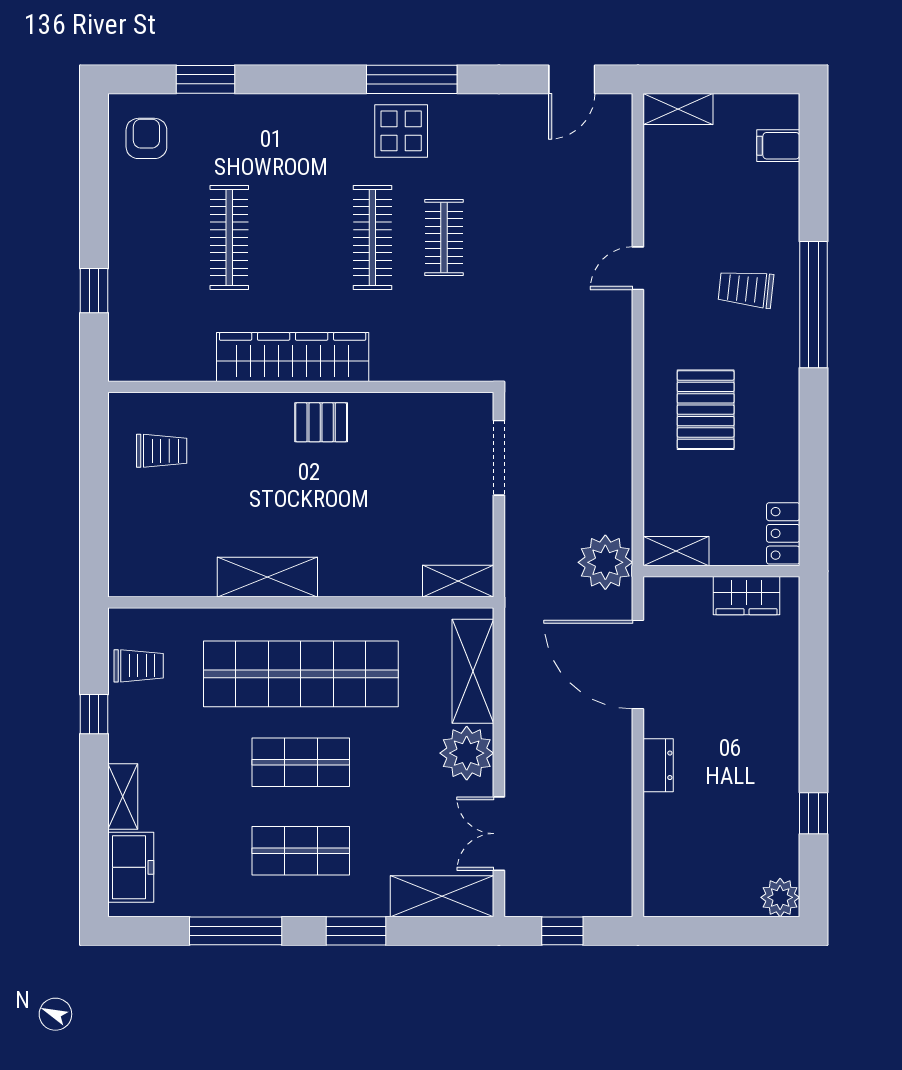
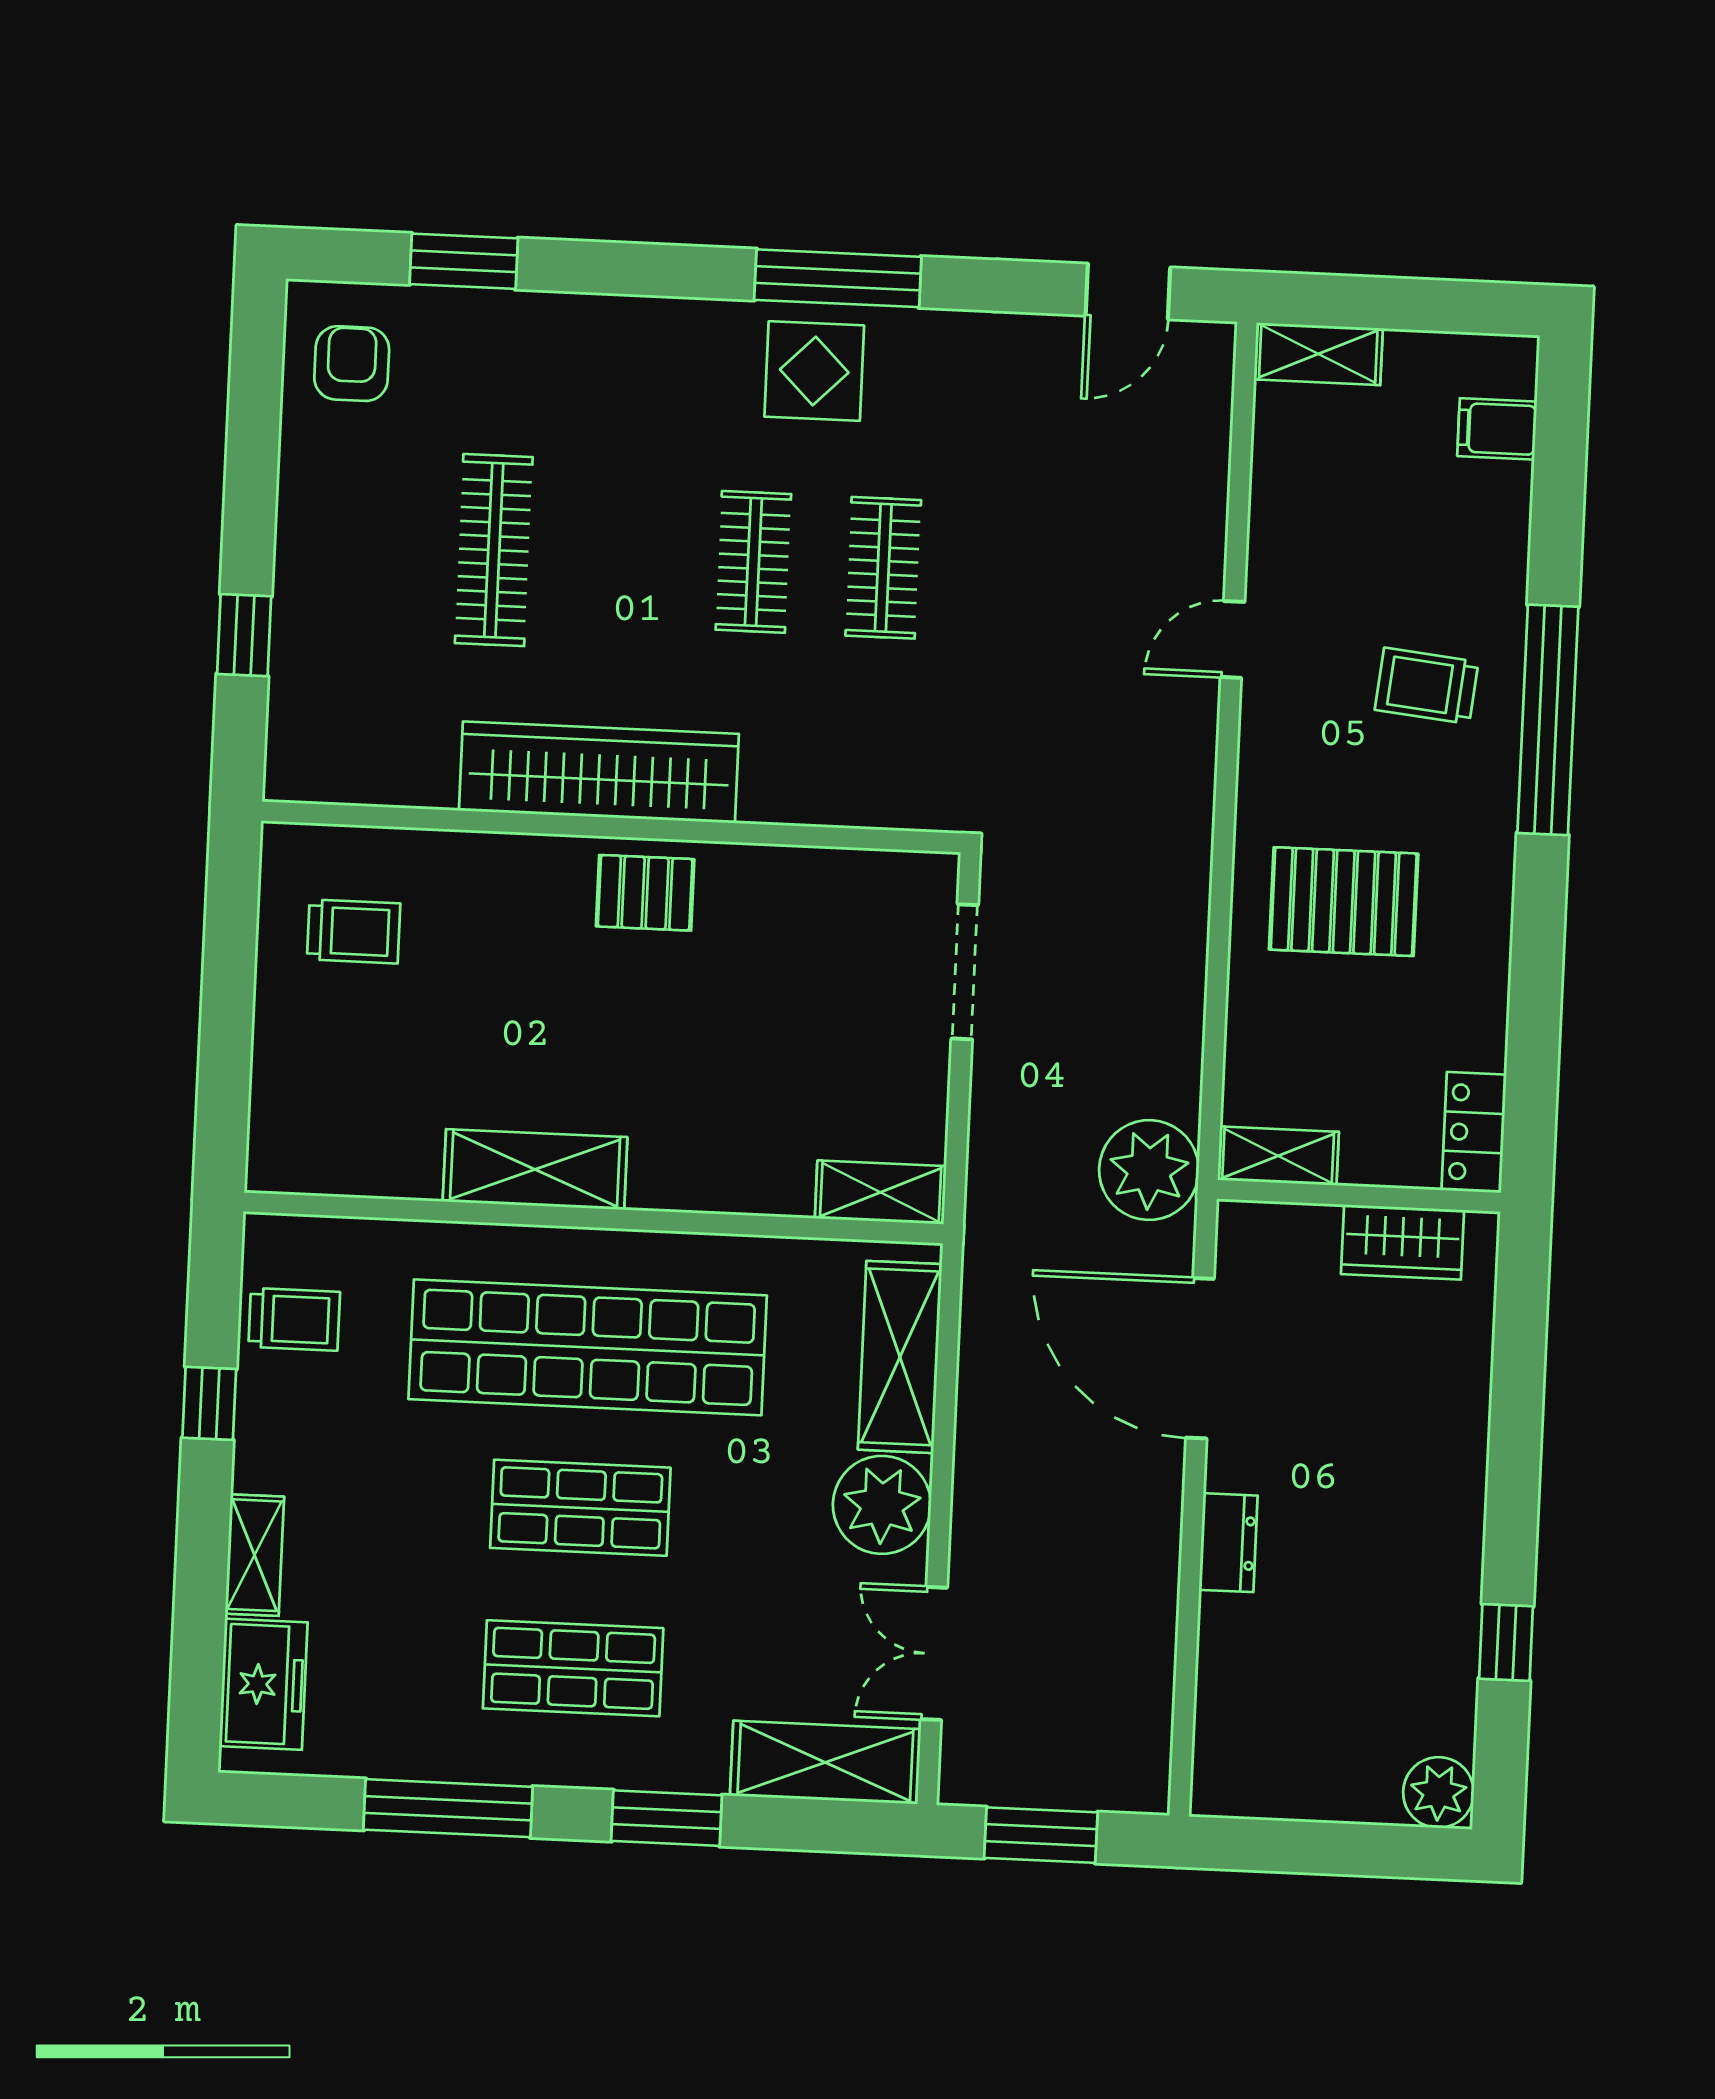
clothes rail: (372, 238) -> (753, 562), width x0.73
pallet: (706, 410) -> (1344, 902), turned 90
window: (562, 931) -> (1041, 1835), width x1.50

